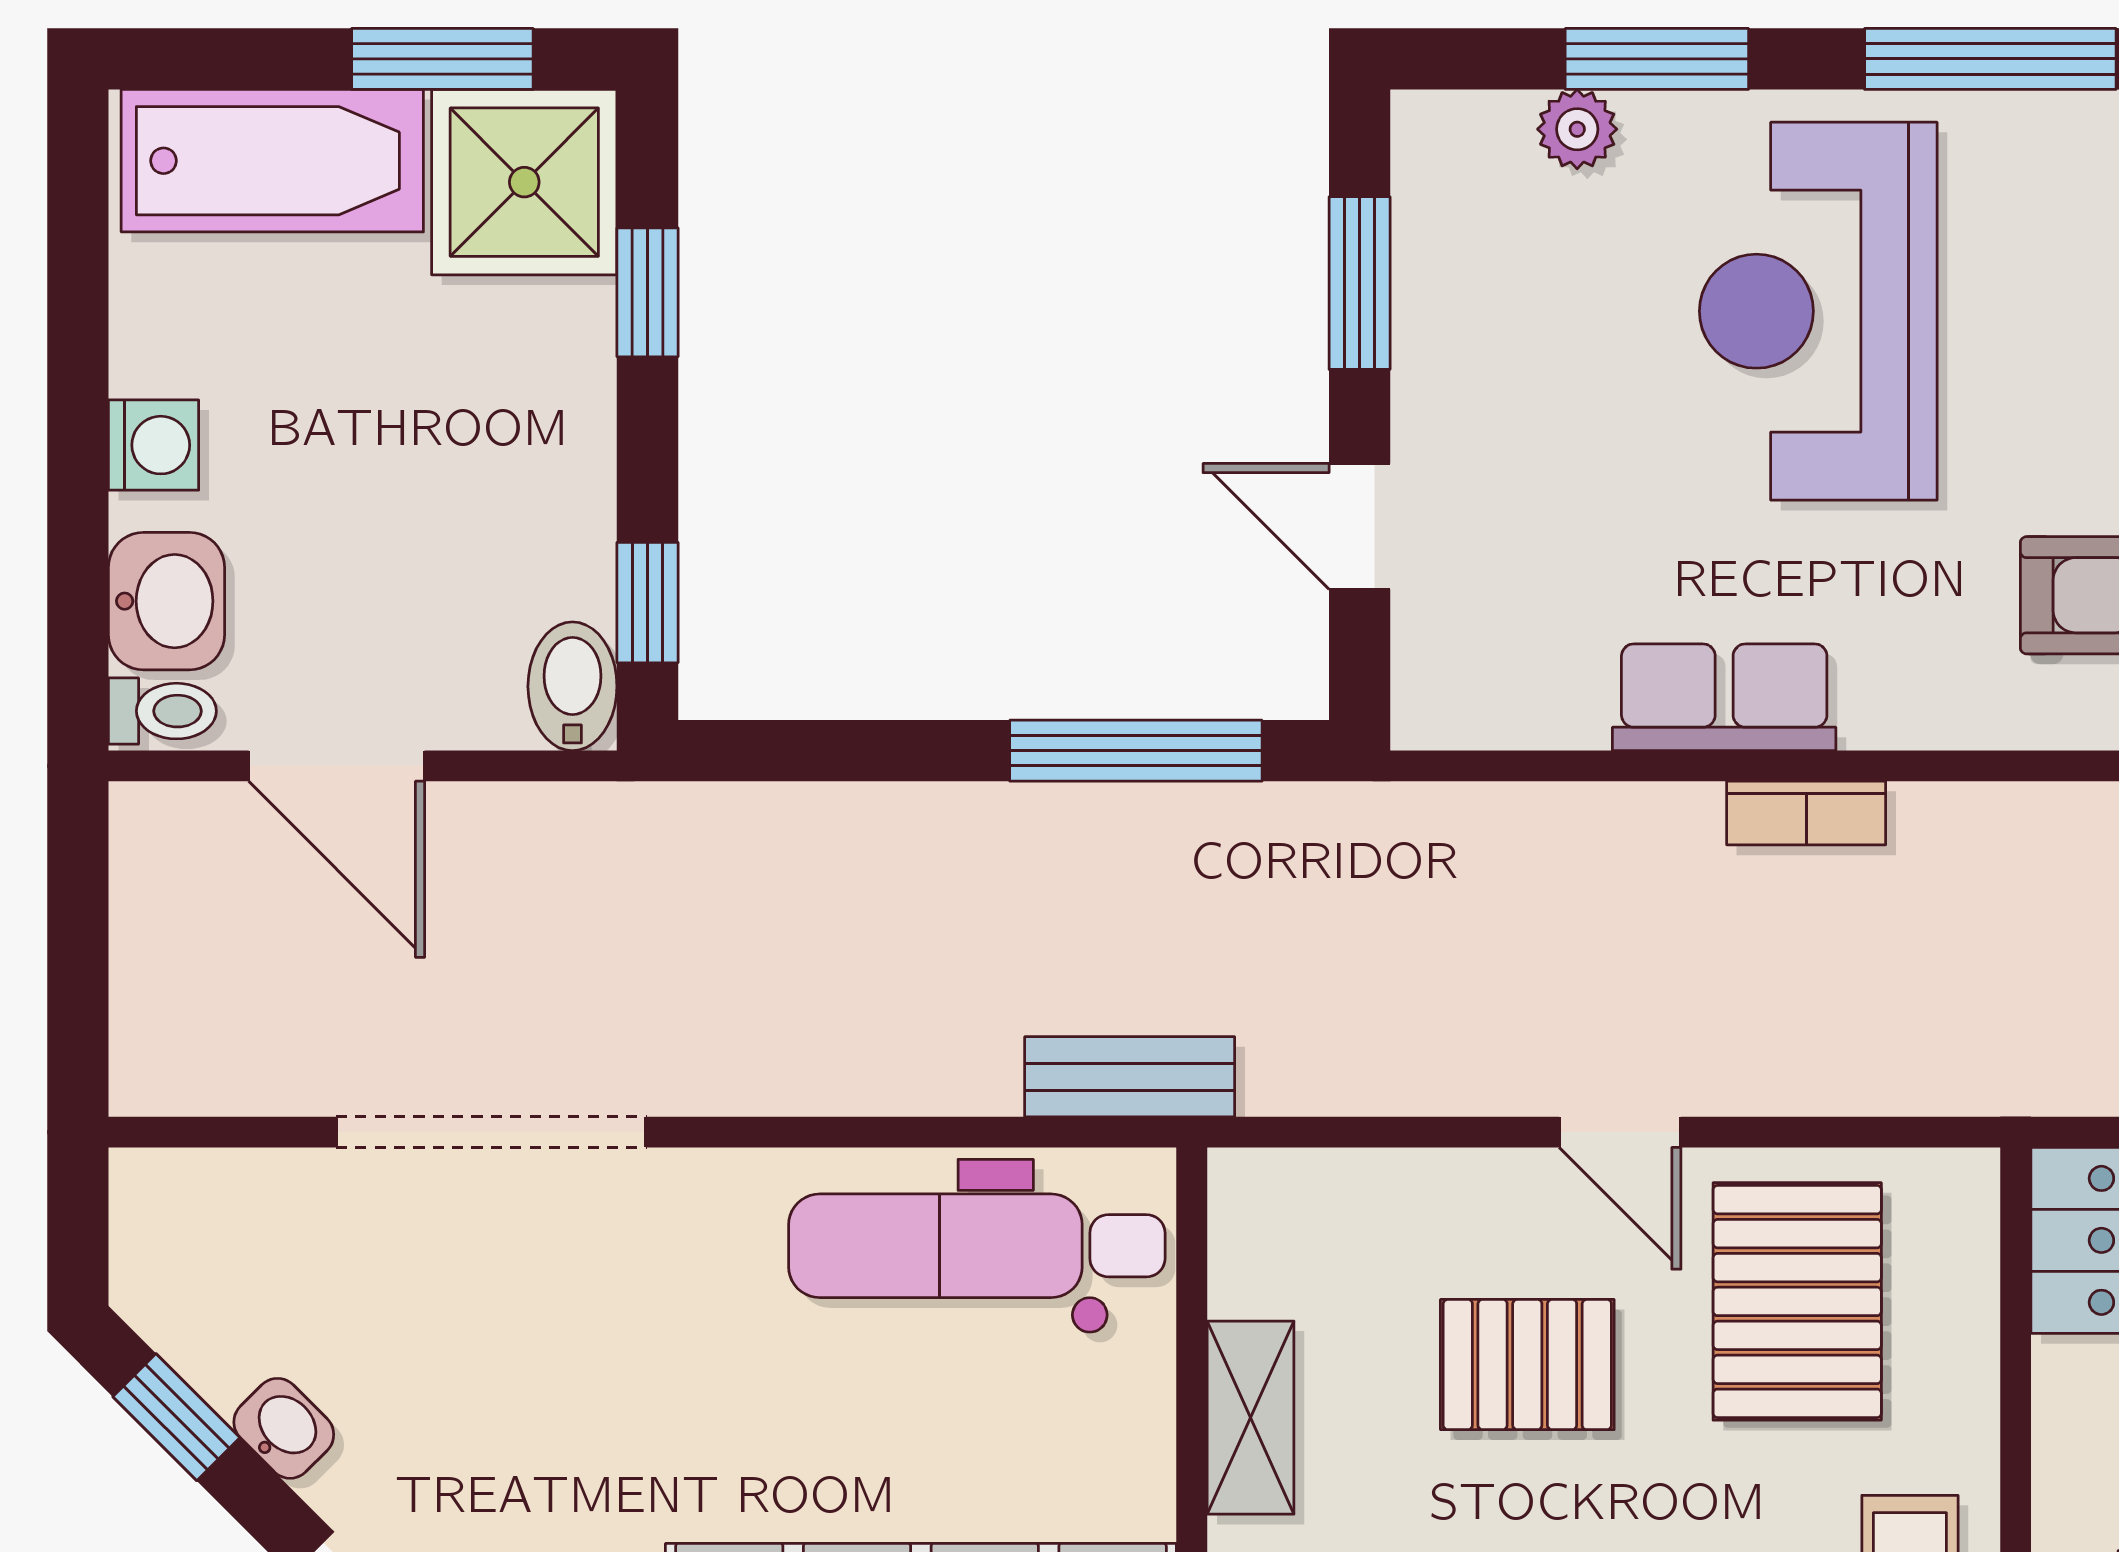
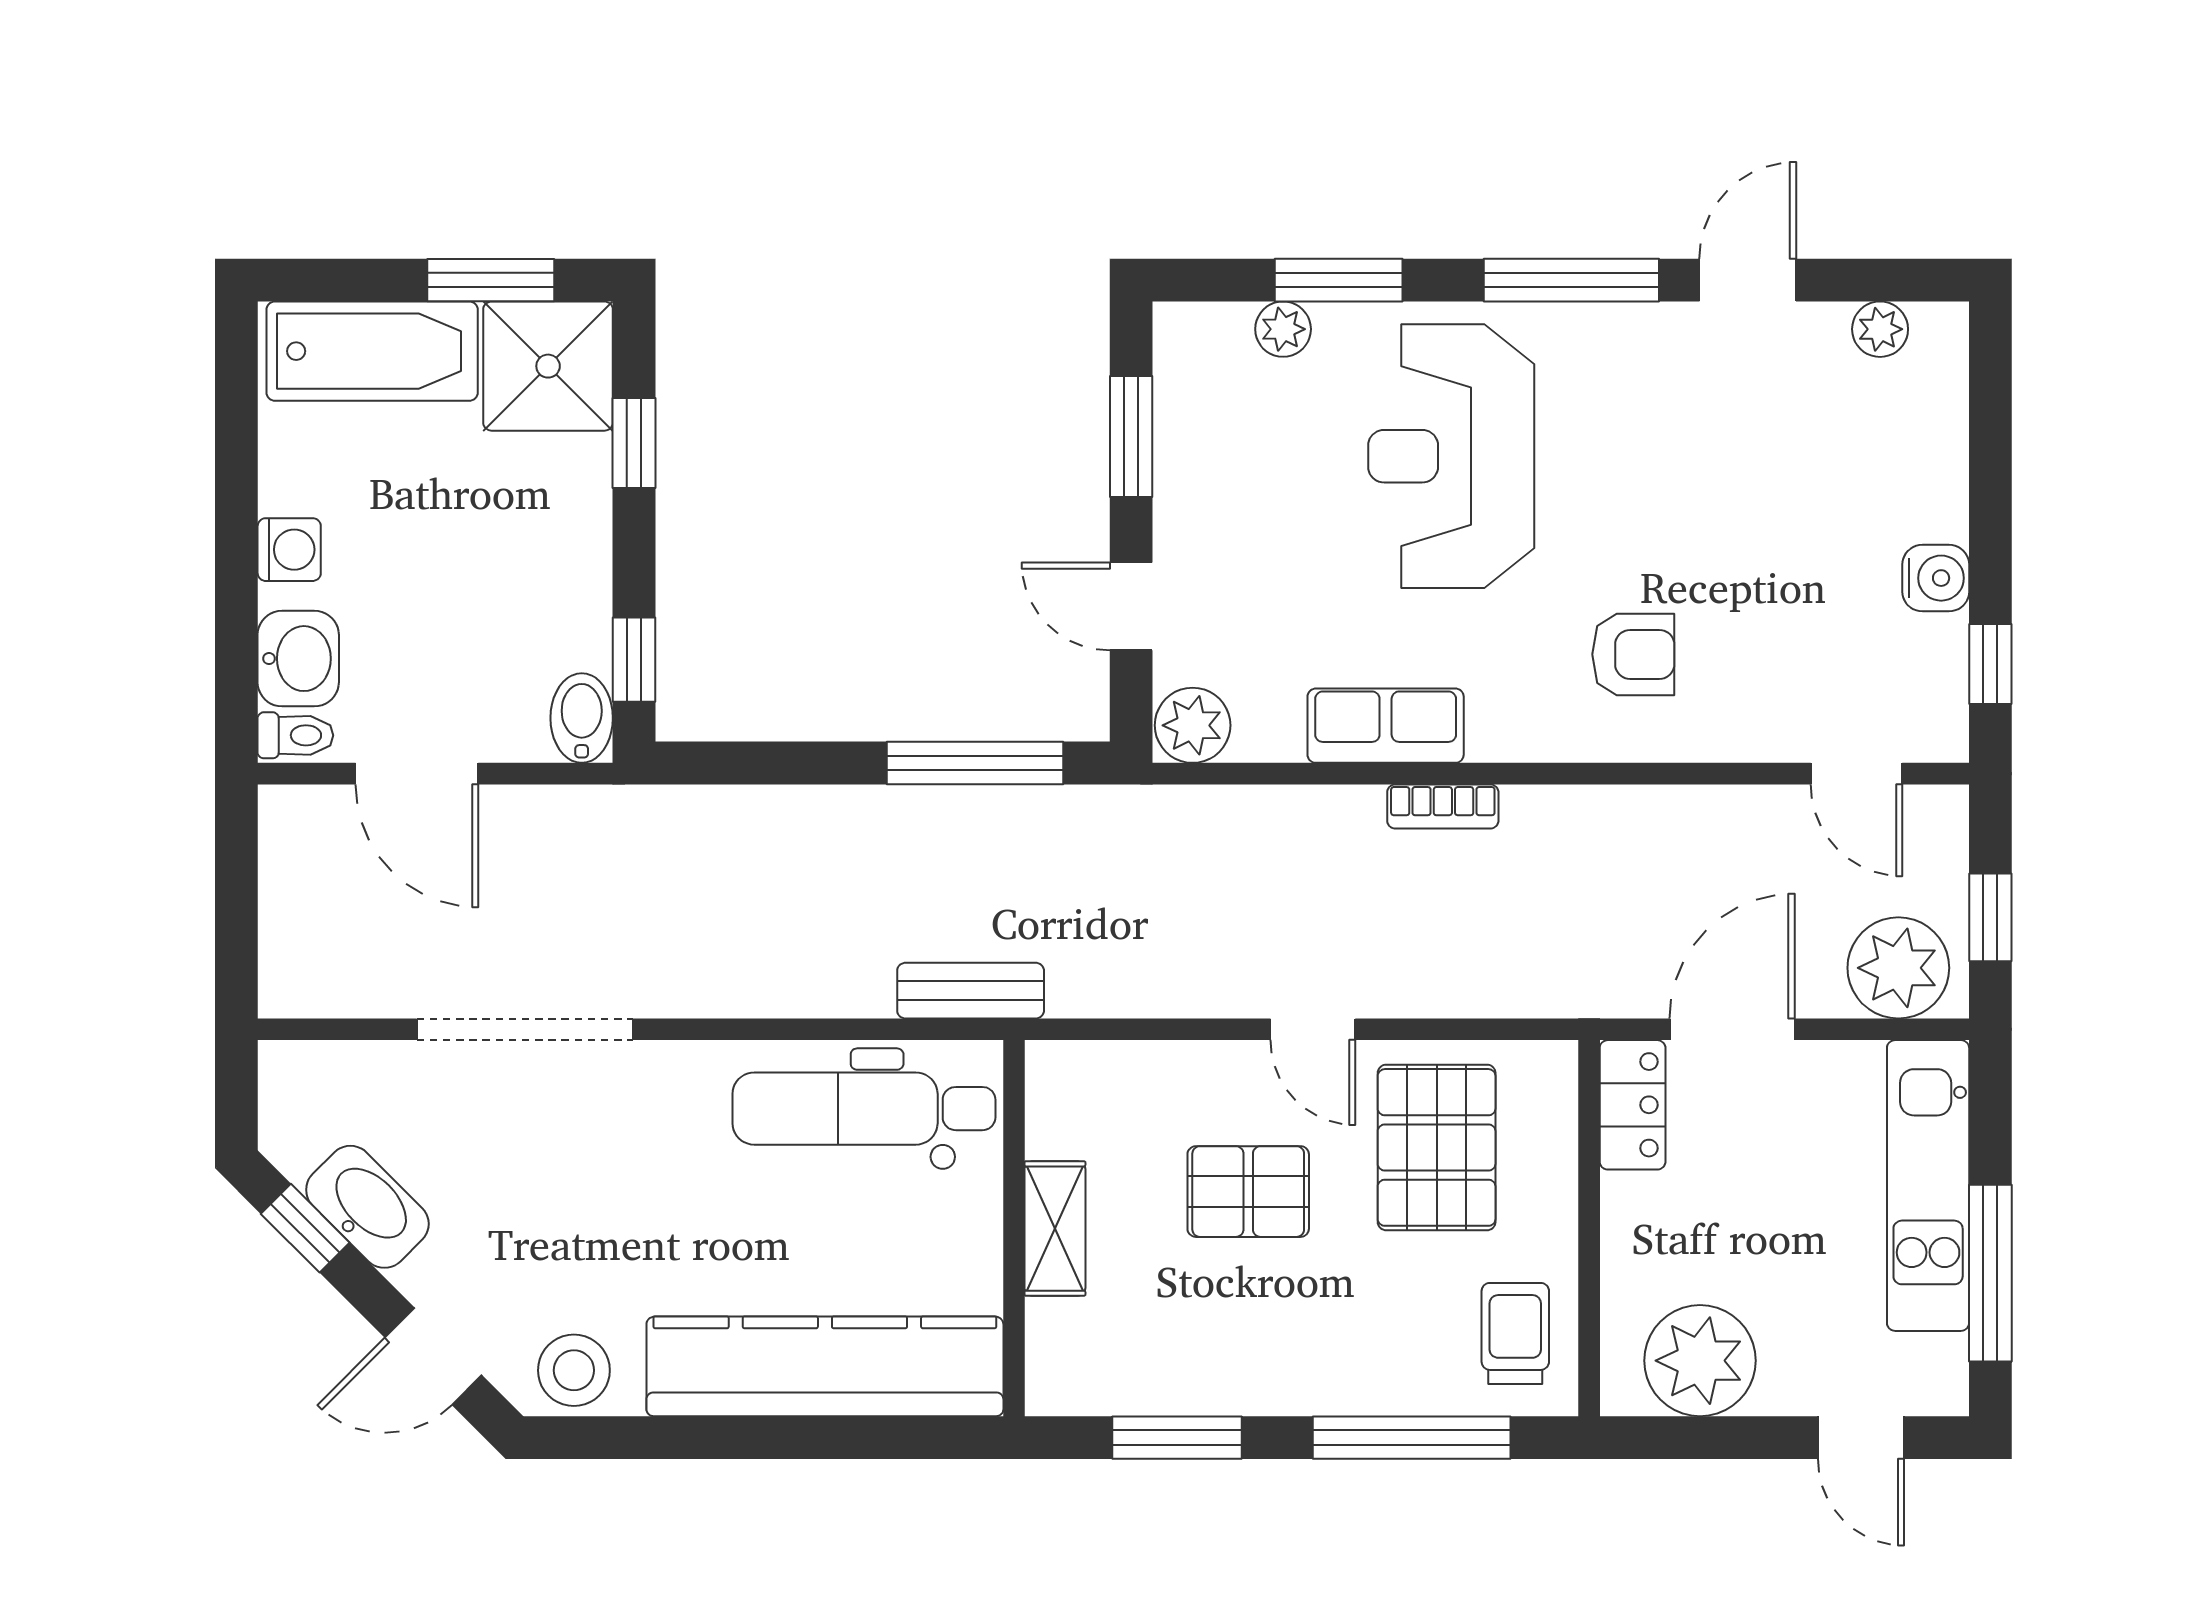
plant: (1448, 697) -> (1193, 725), added
washbasin: (284, 1428) -> (367, 1207), width x1.91, depth x1.45

